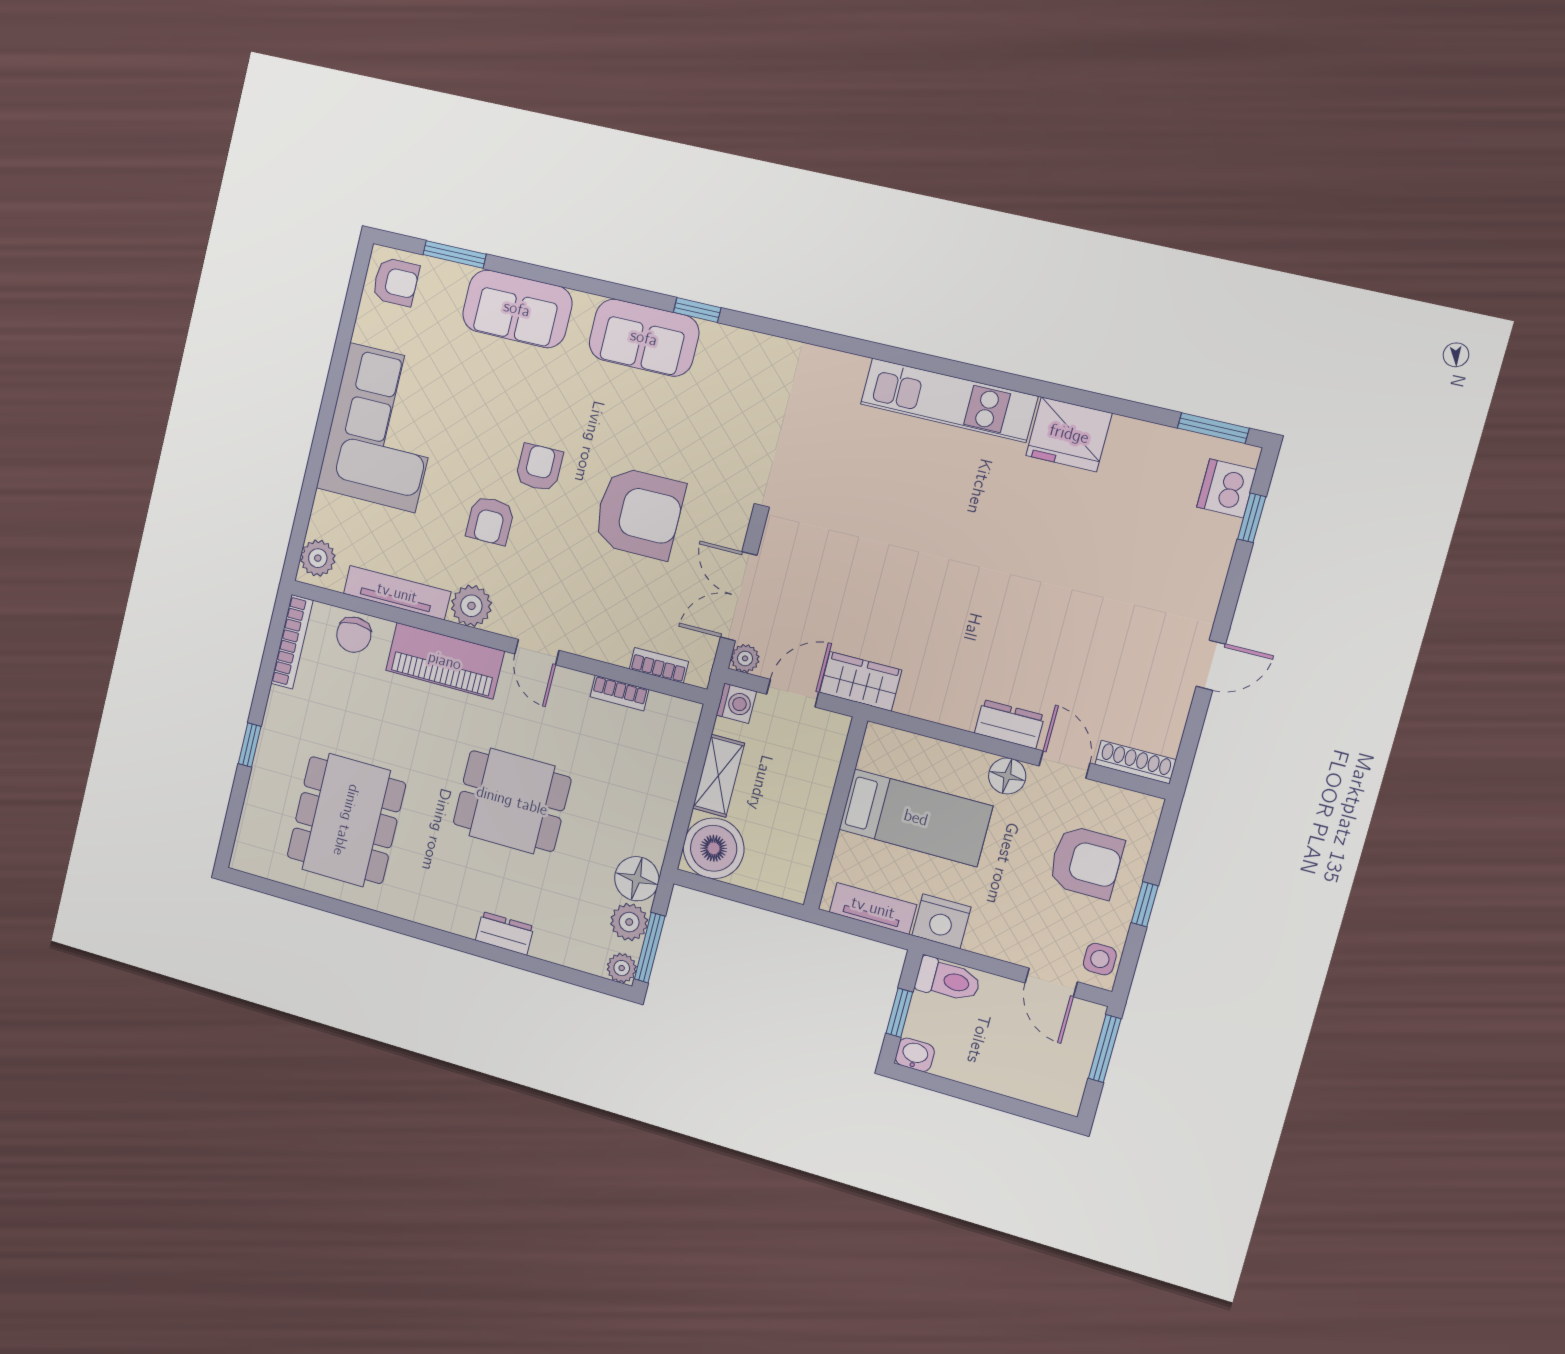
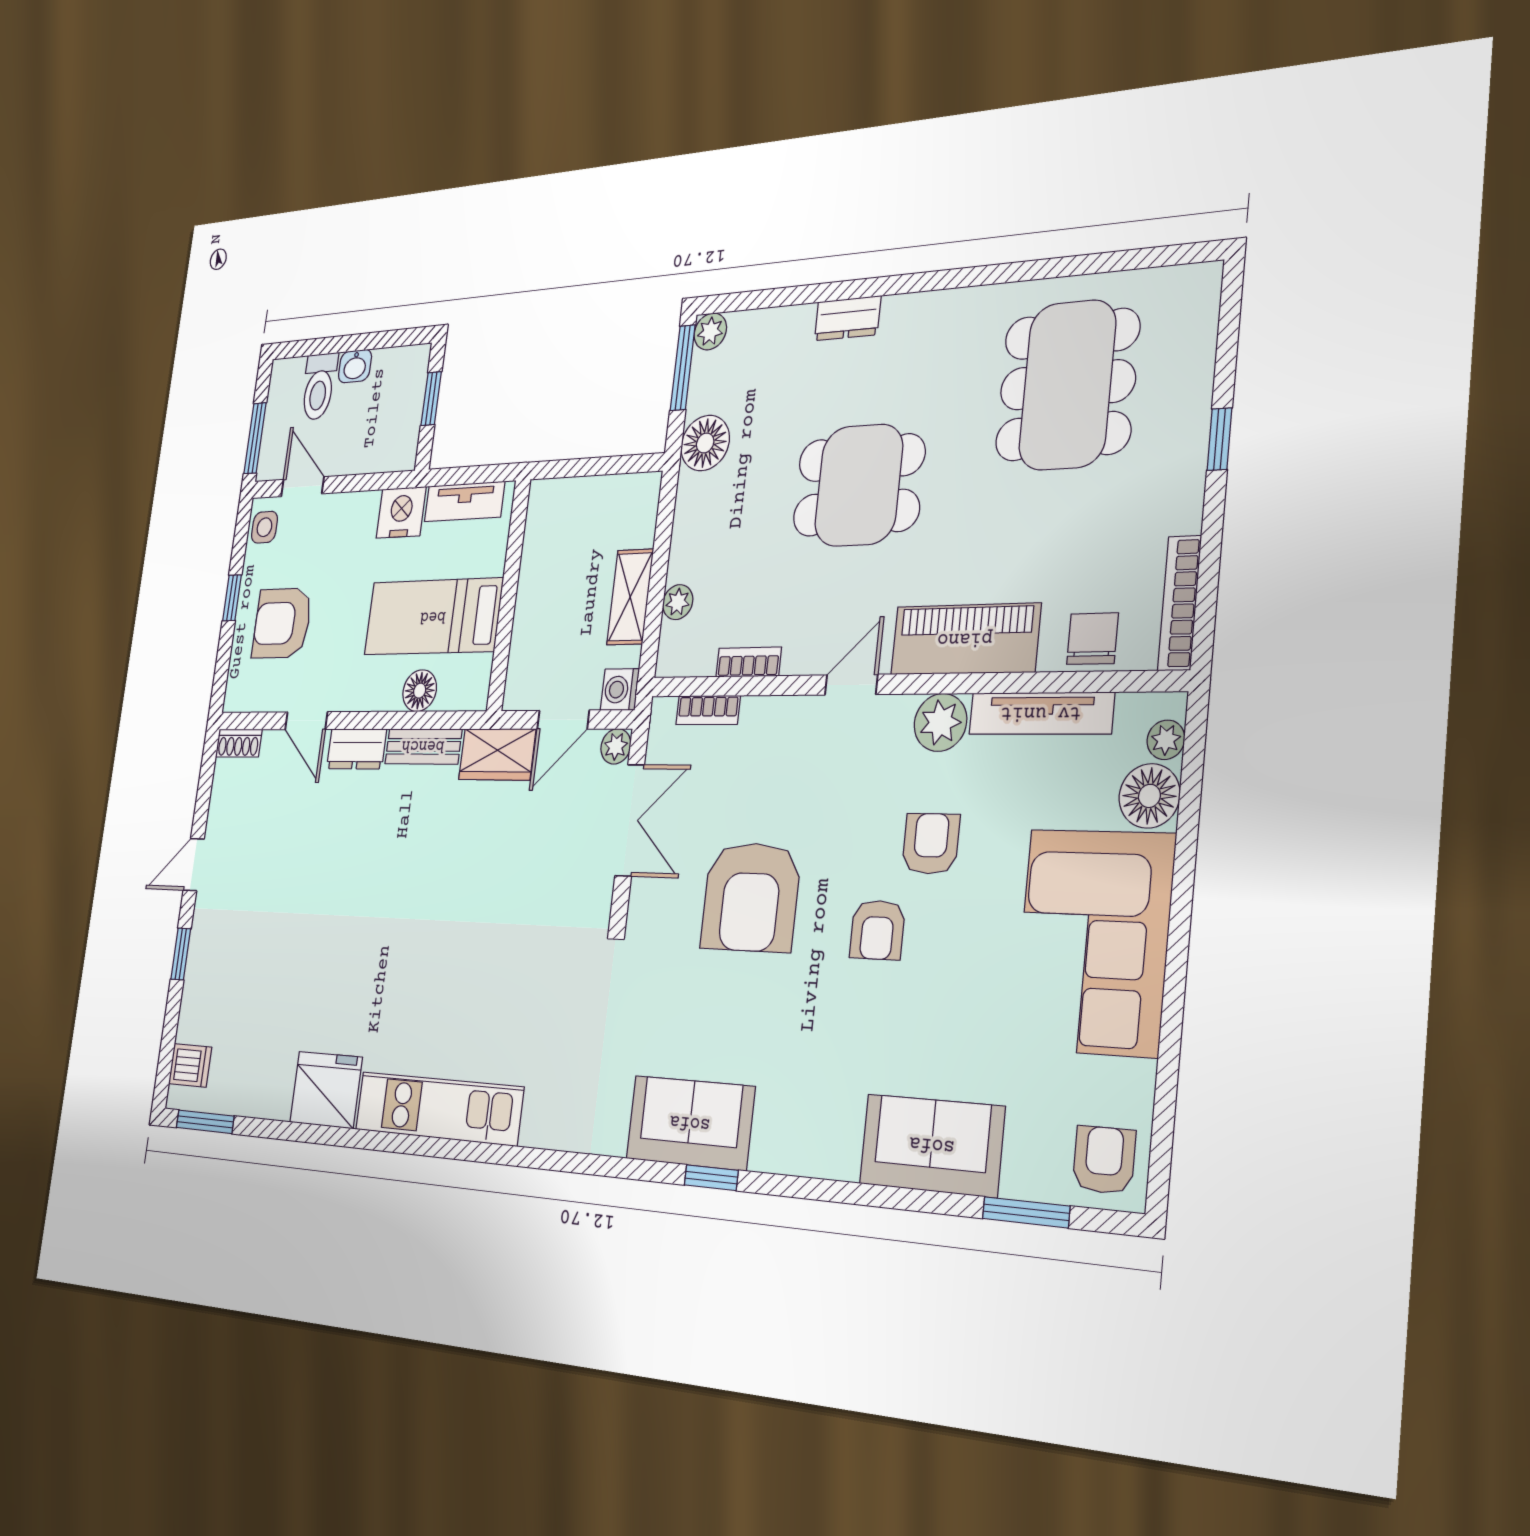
armchair: (396, 282) -> (1104, 1160), turned 90
sofa: (644, 338) -> (690, 1123), moved
dishwasher: (1227, 488) -> (190, 1065), width x0.73
armchair: (639, 513) -> (751, 897), turned -90
floor lamp: (331, 517) -> (1149, 796), added
window: (1252, 518) -> (181, 954), moved
plant: (318, 558) -> (1166, 740), width x0.73, depth x0.73
door: (537, 652) -> (851, 685), hinge flipped
bench: (936, 708) -> (423, 746), added
shoe rack: (1135, 762) -> (239, 743), width x0.70
floor lamp: (1007, 776) -> (420, 691), moved
boiler: (714, 848) -> (627, 510), removed
plant: (629, 922) -> (678, 602), moved, width x0.73, depth x0.73
toilet: (948, 980) -> (319, 386), moved, turned -90
washbasin: (915, 1055) -> (355, 366), moved

